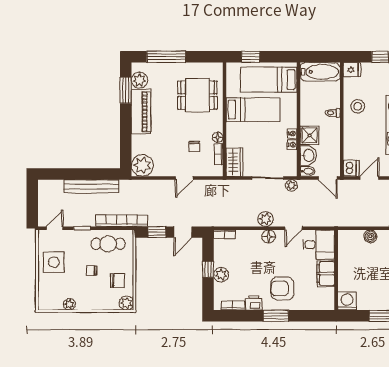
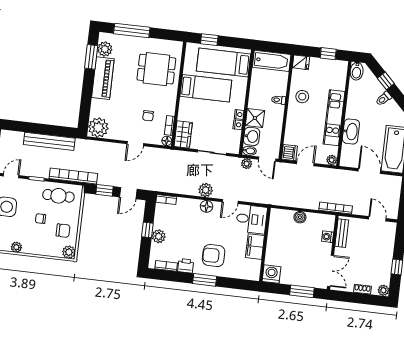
floor lamp: (218, 137) -> (167, 141), moved
plant: (291, 185) -> (247, 164), moved

